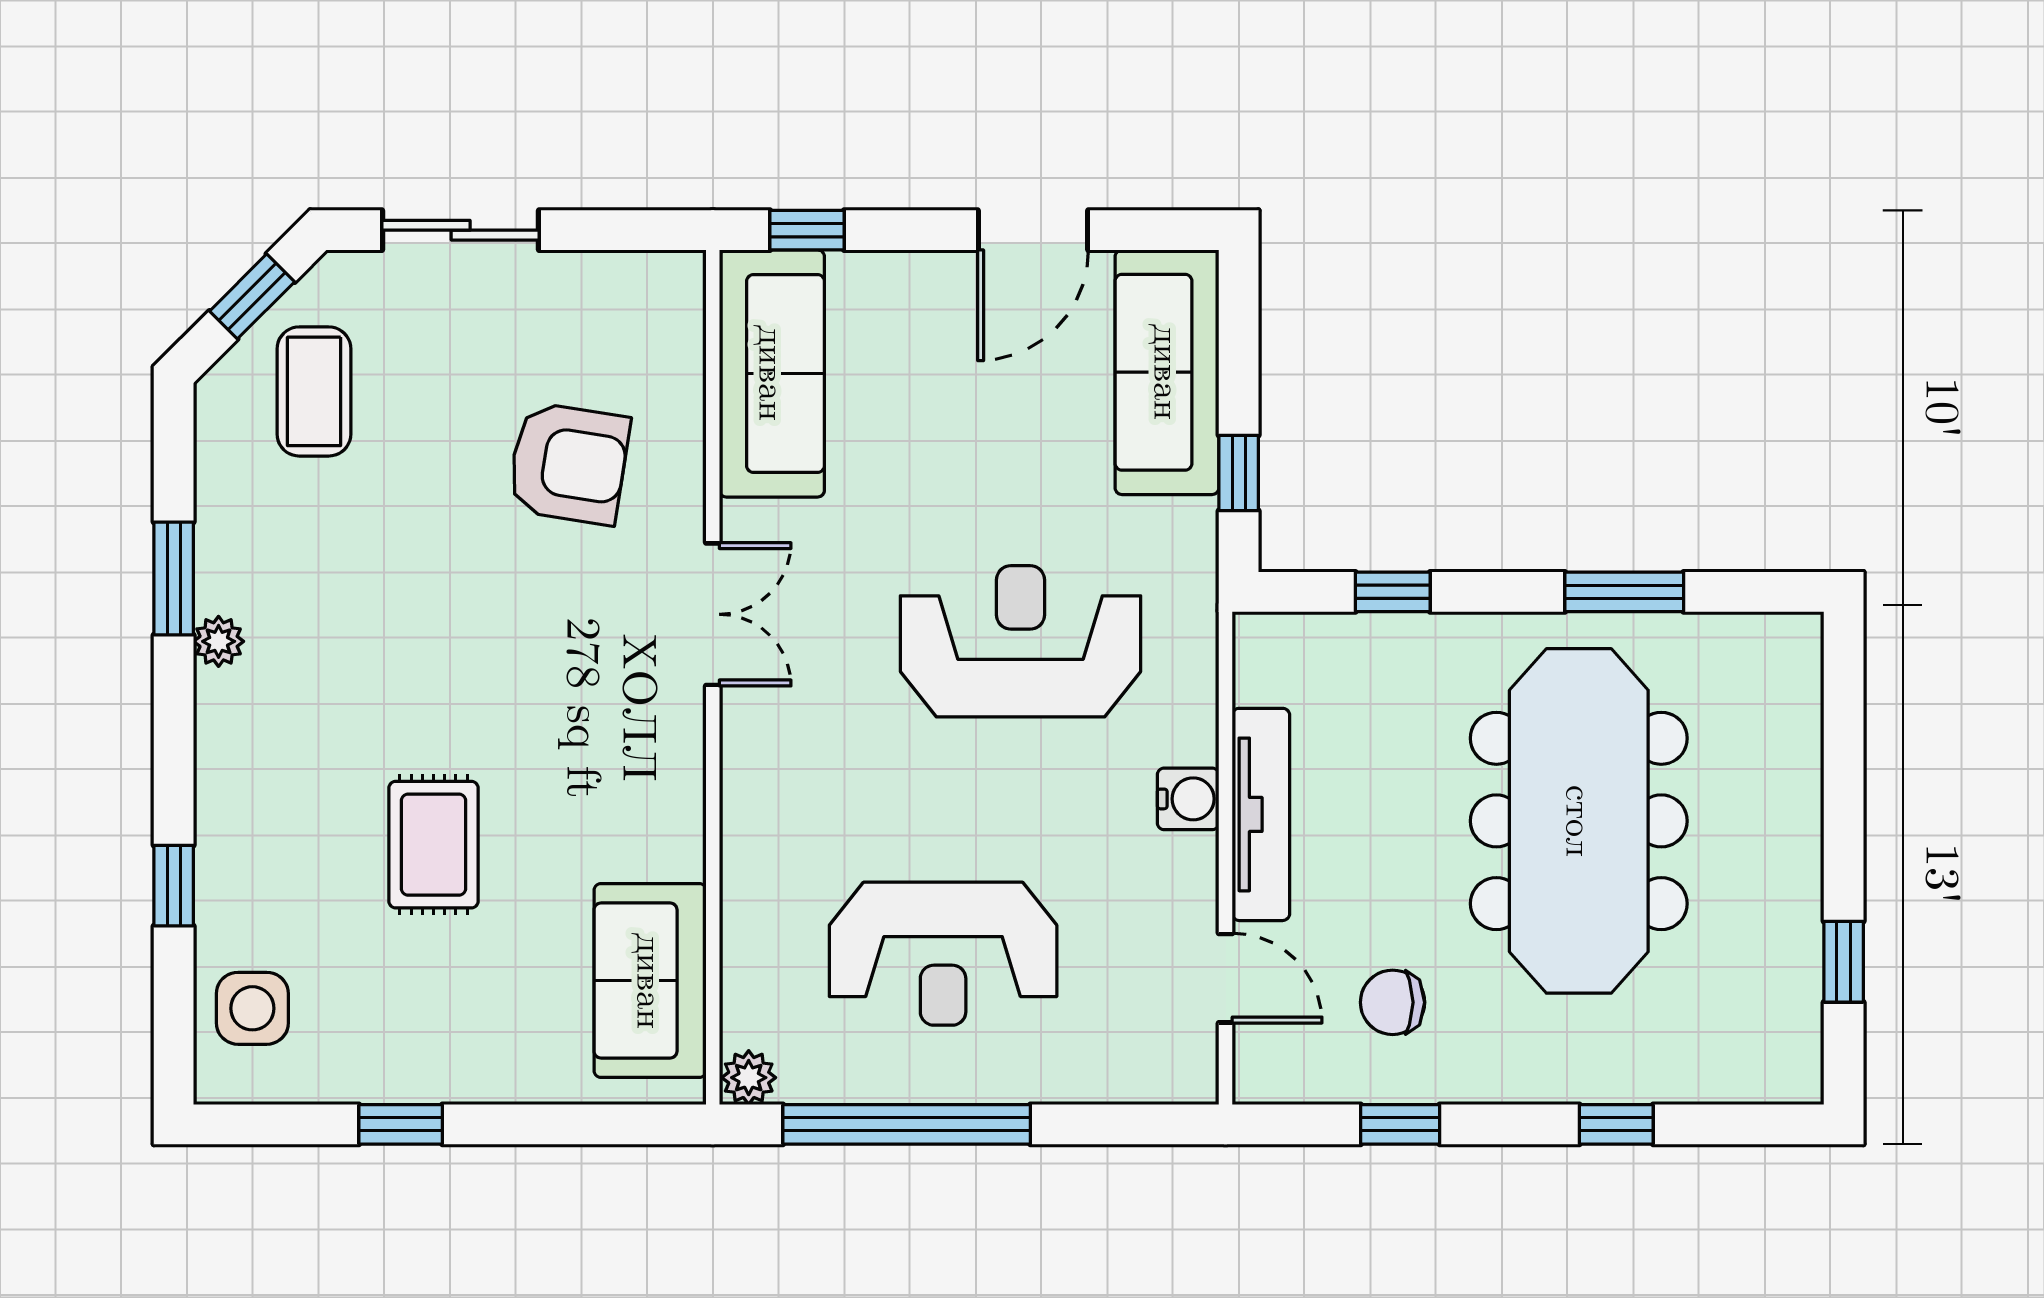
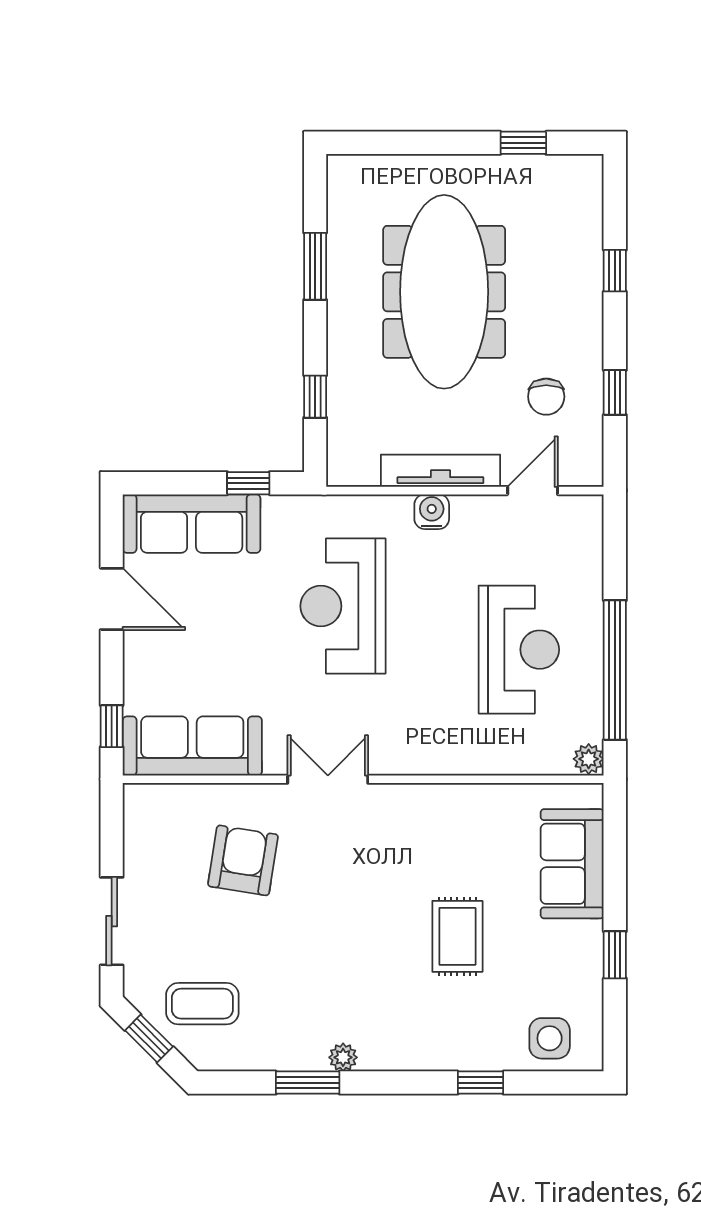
meeting table: (1579, 821) -> (444, 292), turned 90
rug: (434, 845) -> (457, 936), turned 90
sofa: (650, 981) -> (572, 864), moved, turned 90

